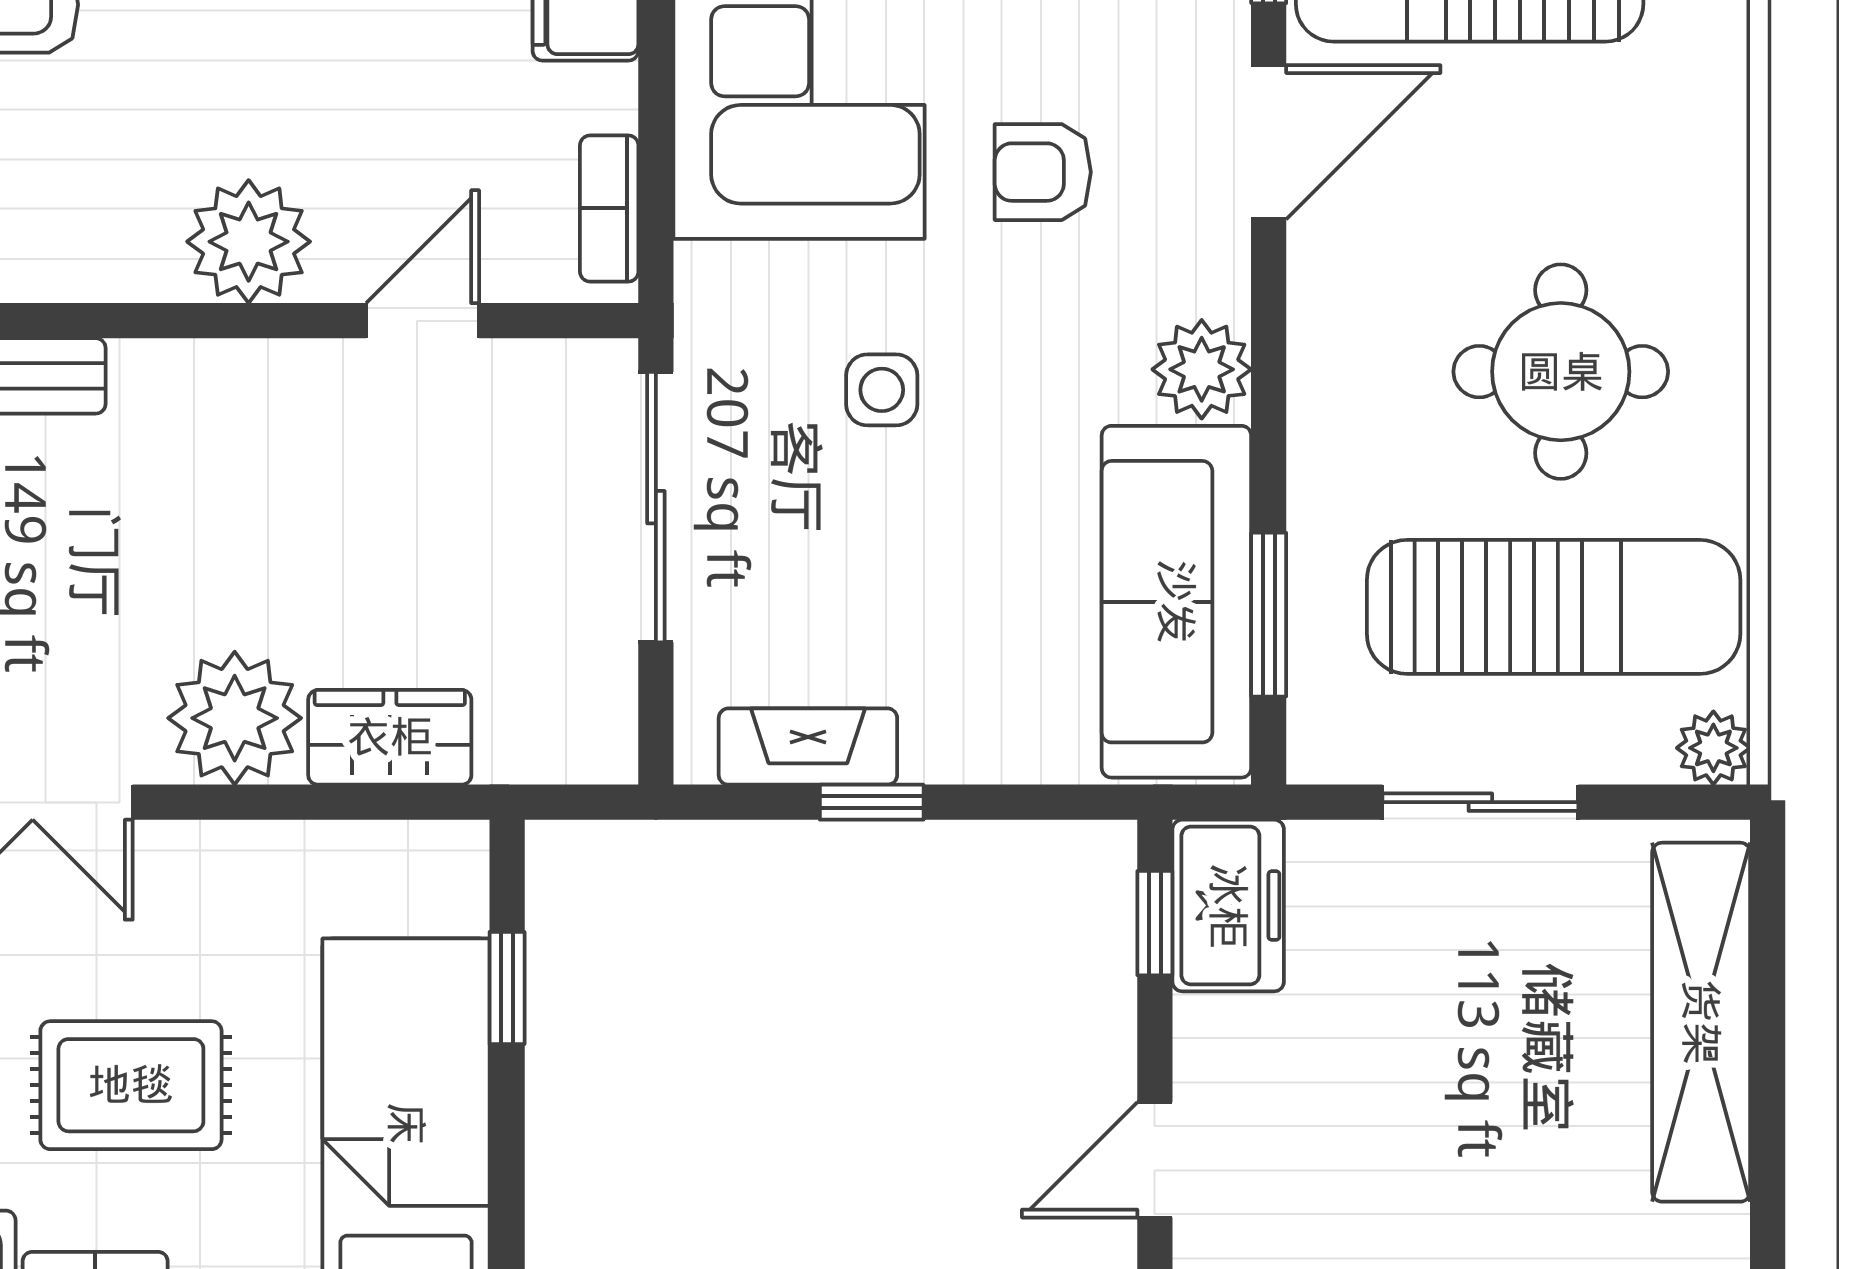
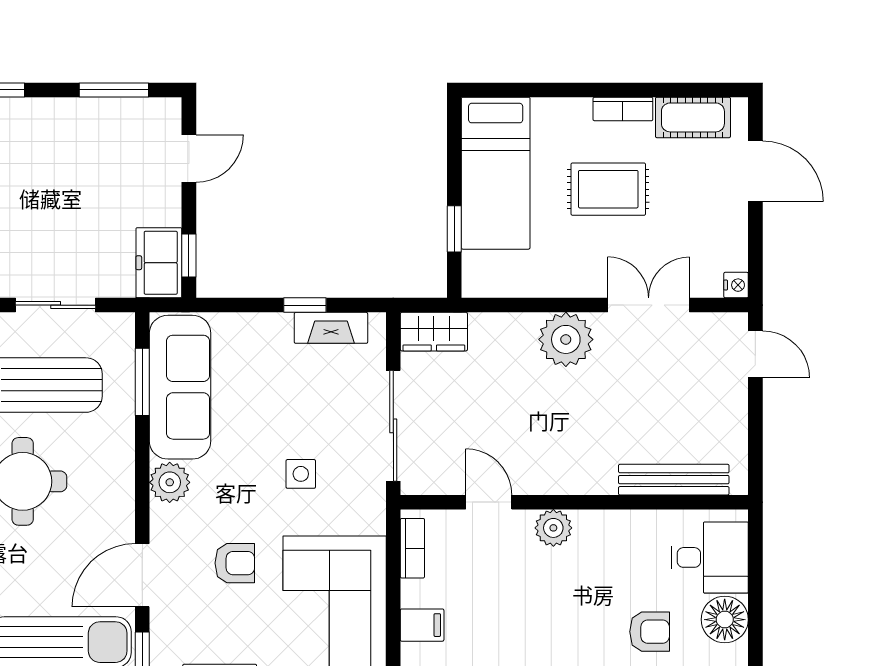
plant: (249, 242) -> (553, 528), width x0.73, depth x0.73
door: (423, 321) -> (489, 502), swing flipped
wardrobe: (390, 737) -> (434, 332), moved

